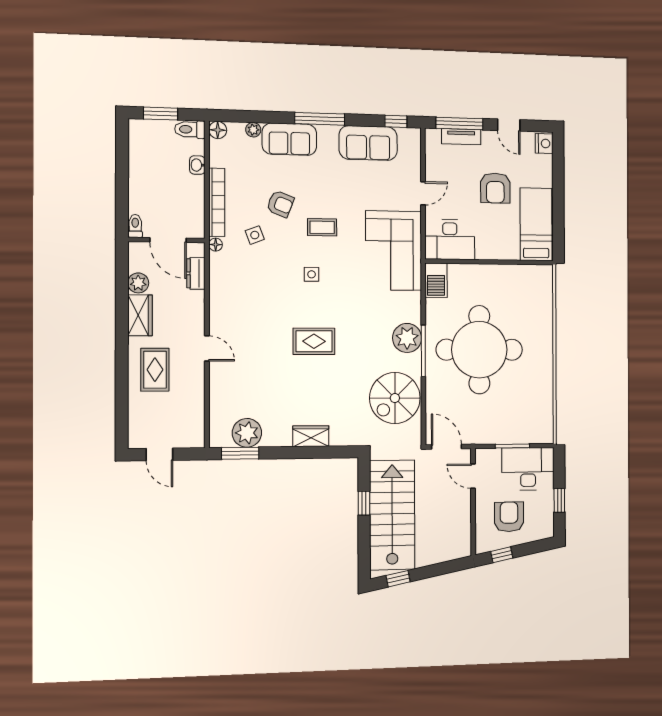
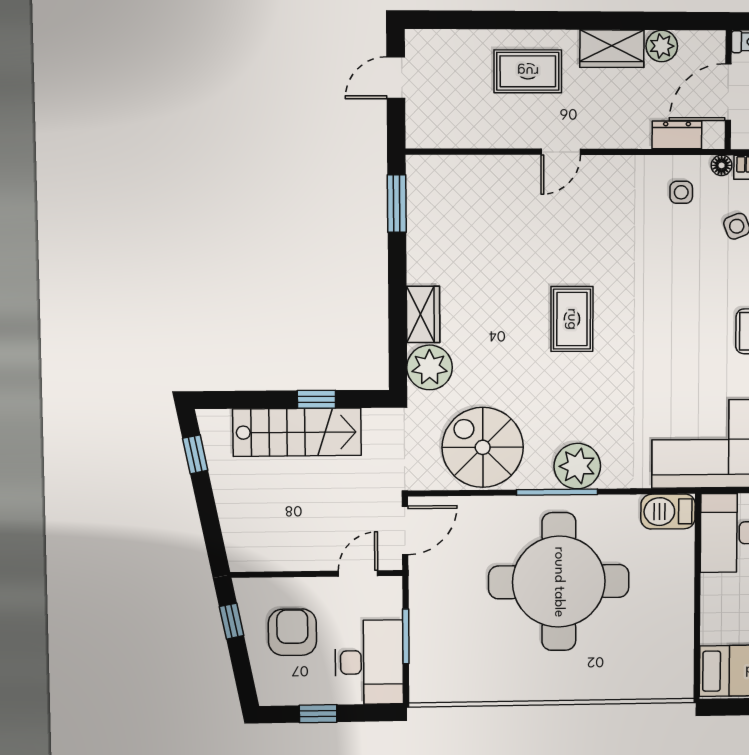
side table: (312, 274) -> (681, 192), moved
plant: (247, 433) -> (430, 367), moved
stairs: (392, 515) -> (297, 432), width x0.73, depth x0.66
armchair: (509, 517) -> (292, 632), turned -90

